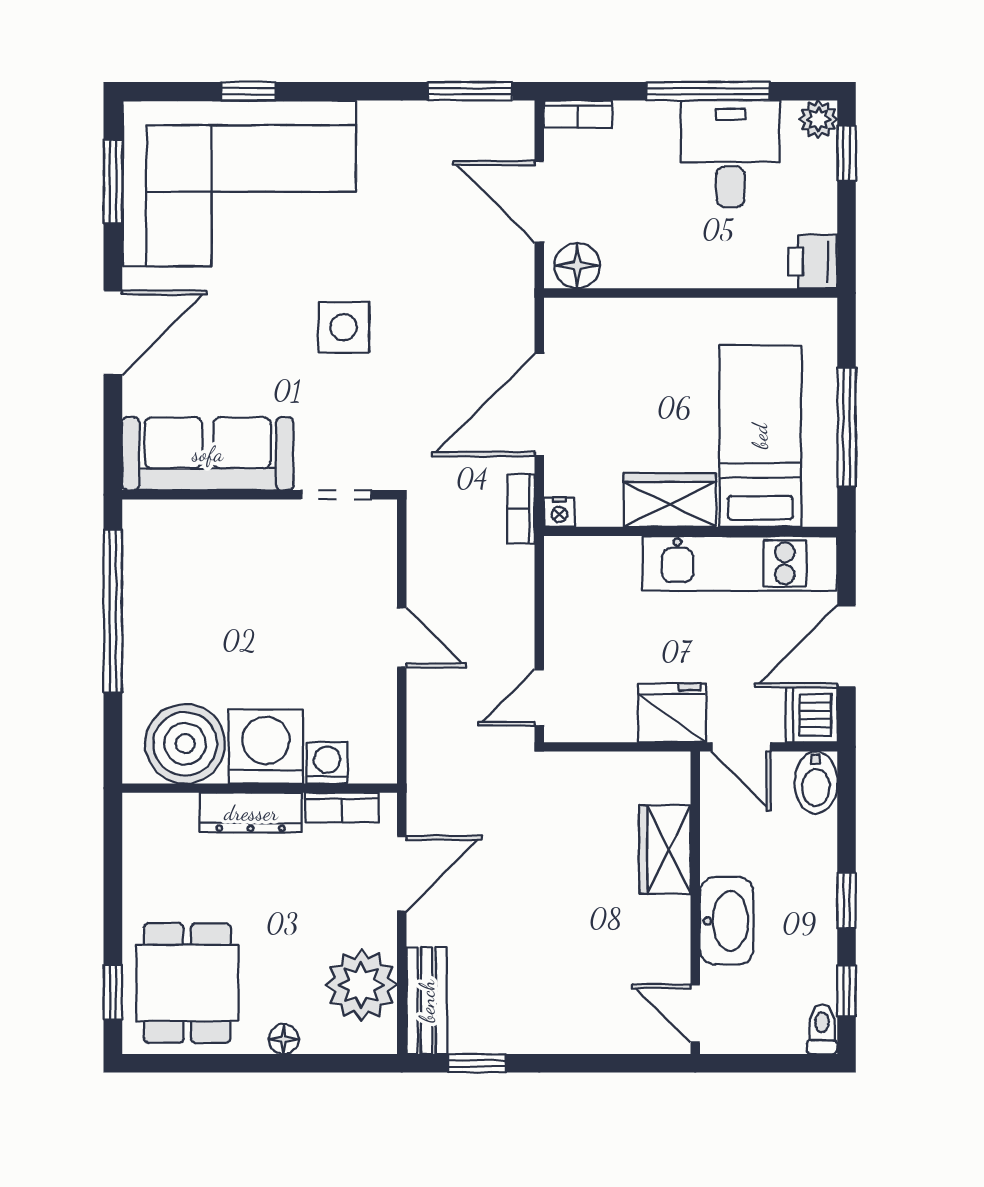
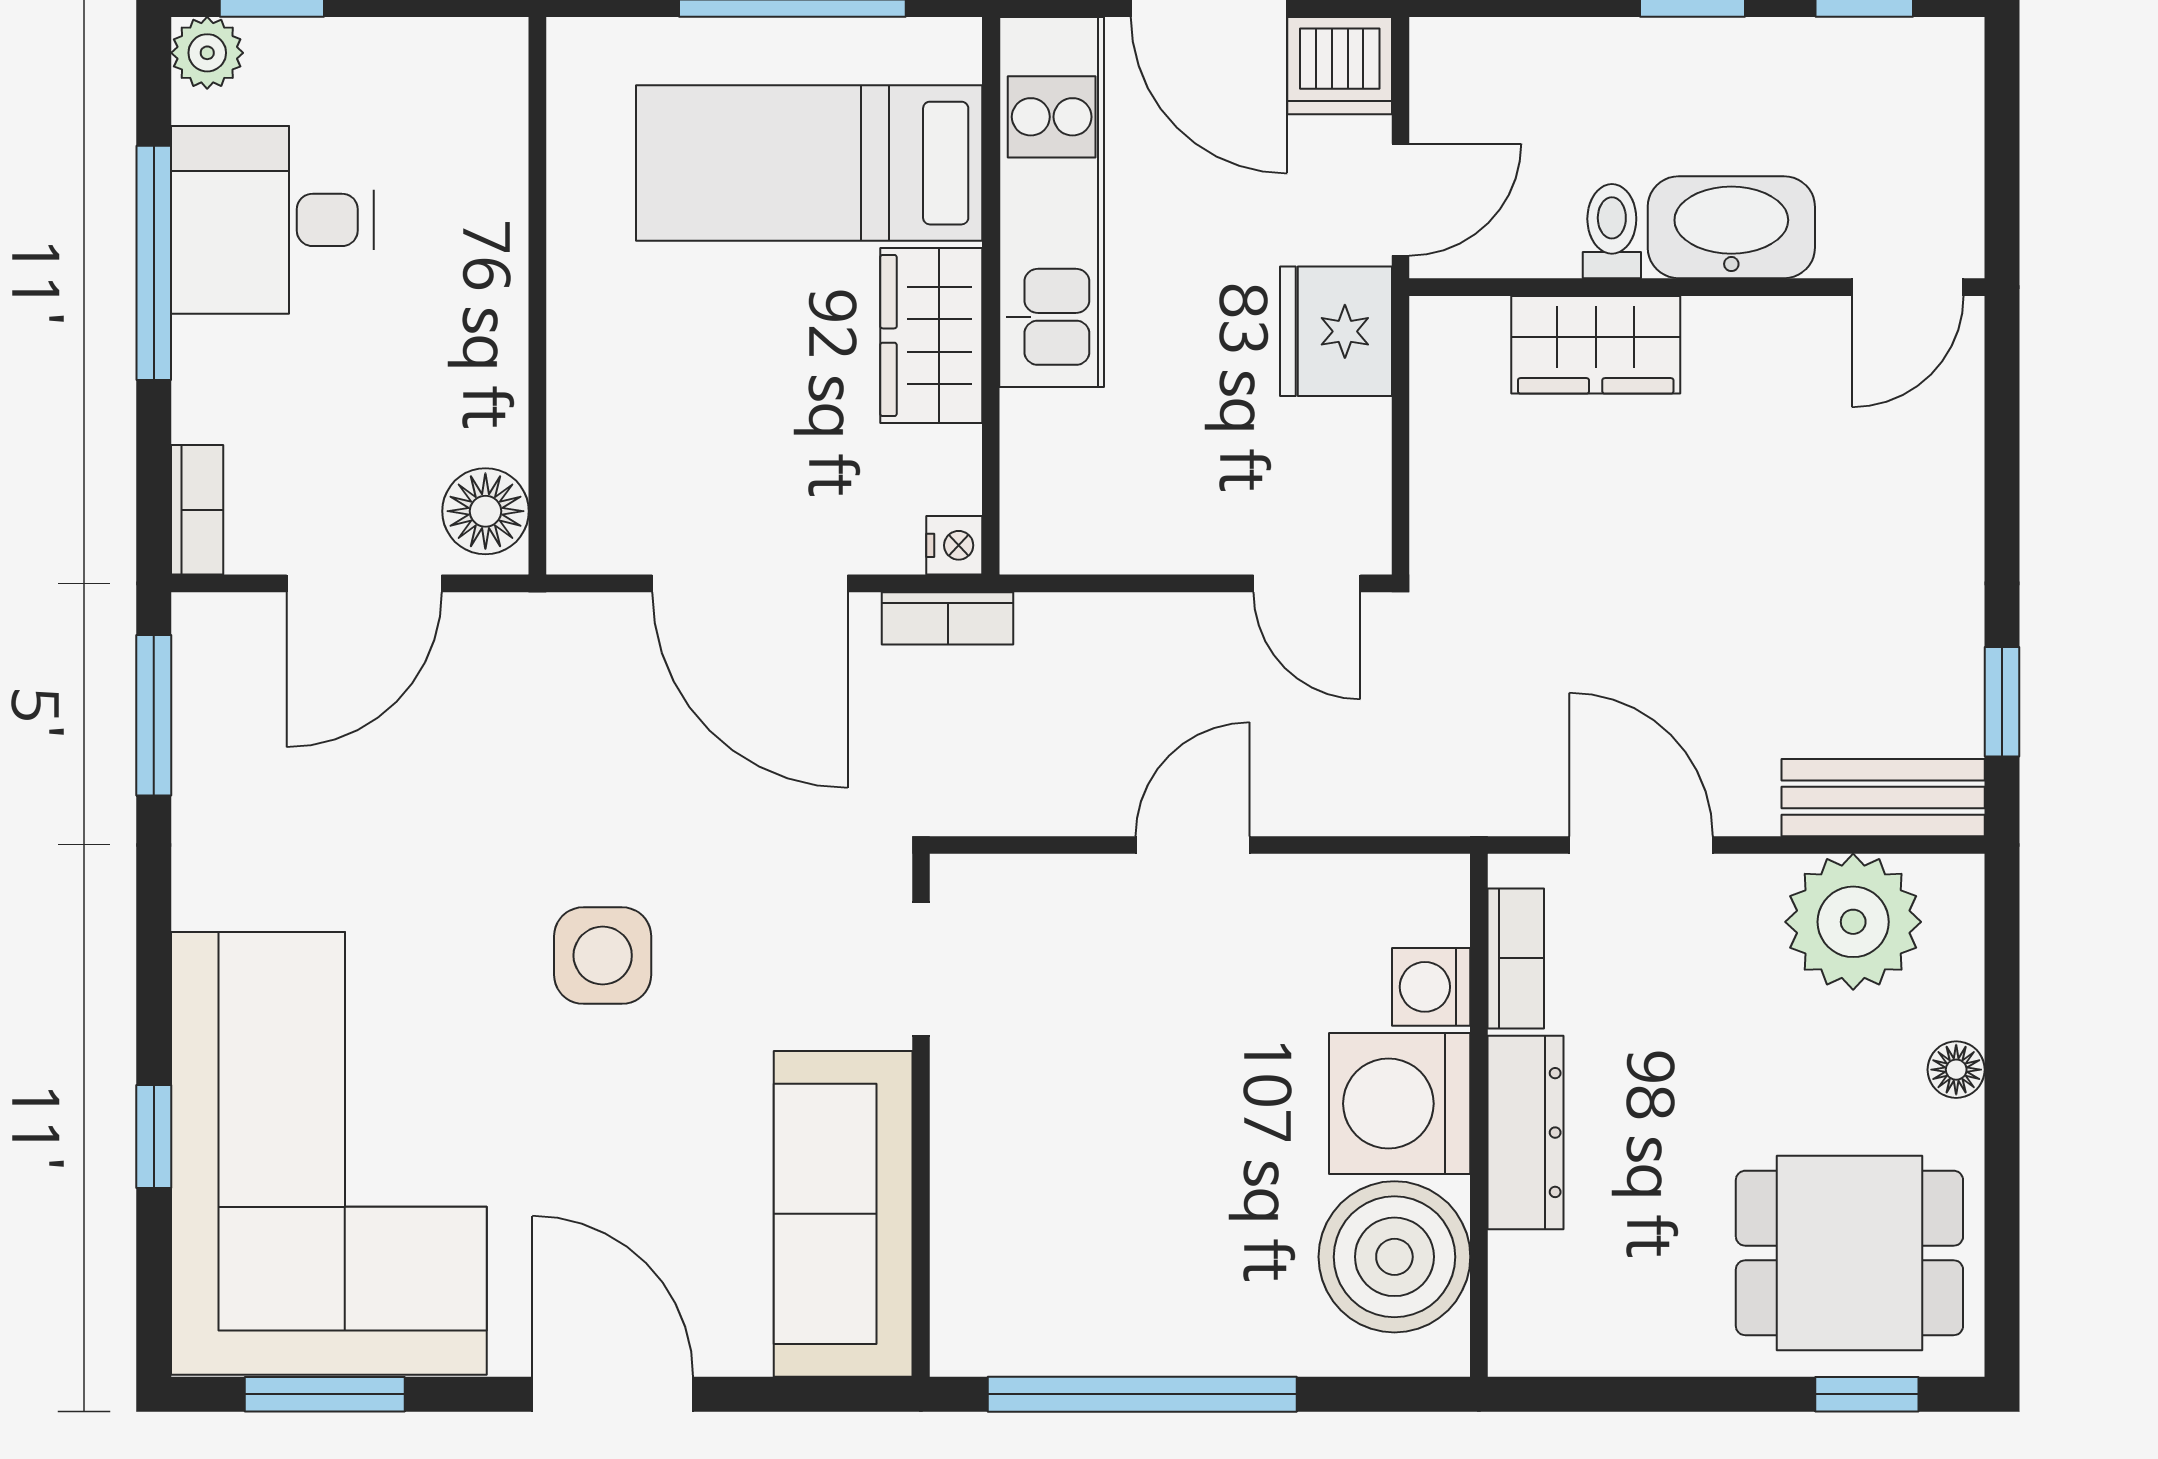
printer: (813, 261) -> (477, 63), removed
bidet: (816, 783) -> (1468, 58), removed
toilet: (822, 1029) -> (1612, 231), moved, turned 90

